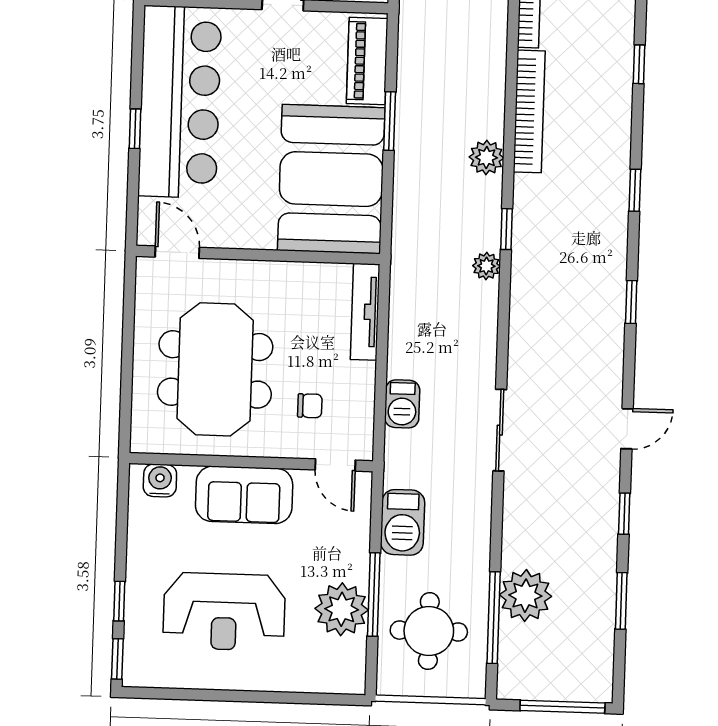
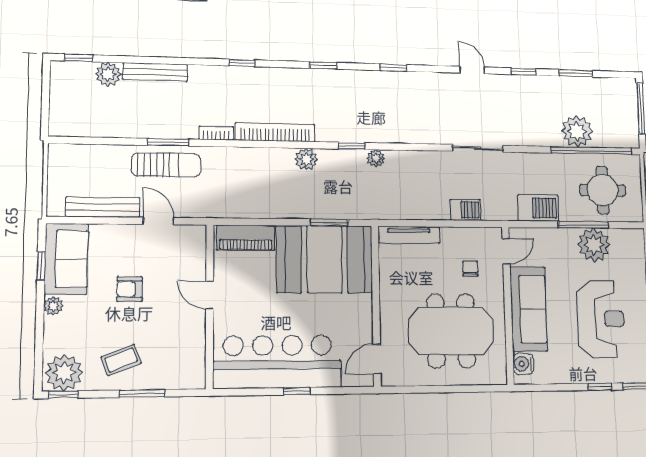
window: (390, 121) -> (329, 223), moved
sofa: (244, 495) -> (528, 309), width x1.36
window: (494, 618) -> (592, 151), width x1.46

